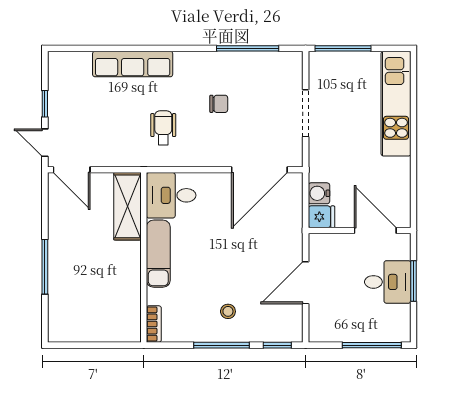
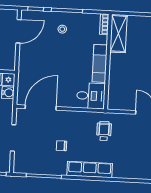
row of seats: (133, 64) -> (90, 169), moved
wheelchair: (163, 128) -> (104, 131), moved, turned 180
shelving: (128, 206) -> (118, 34), moved
door: (306, 283) -> (19, 31), moved

